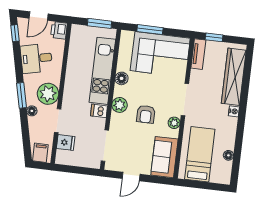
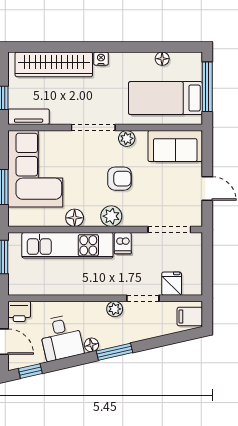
plant: (48, 94) -> (115, 309), width x0.53, depth x0.53
floor lamp: (32, 111) -> (91, 345), moved
window: (204, 185) -> (207, 87), added

